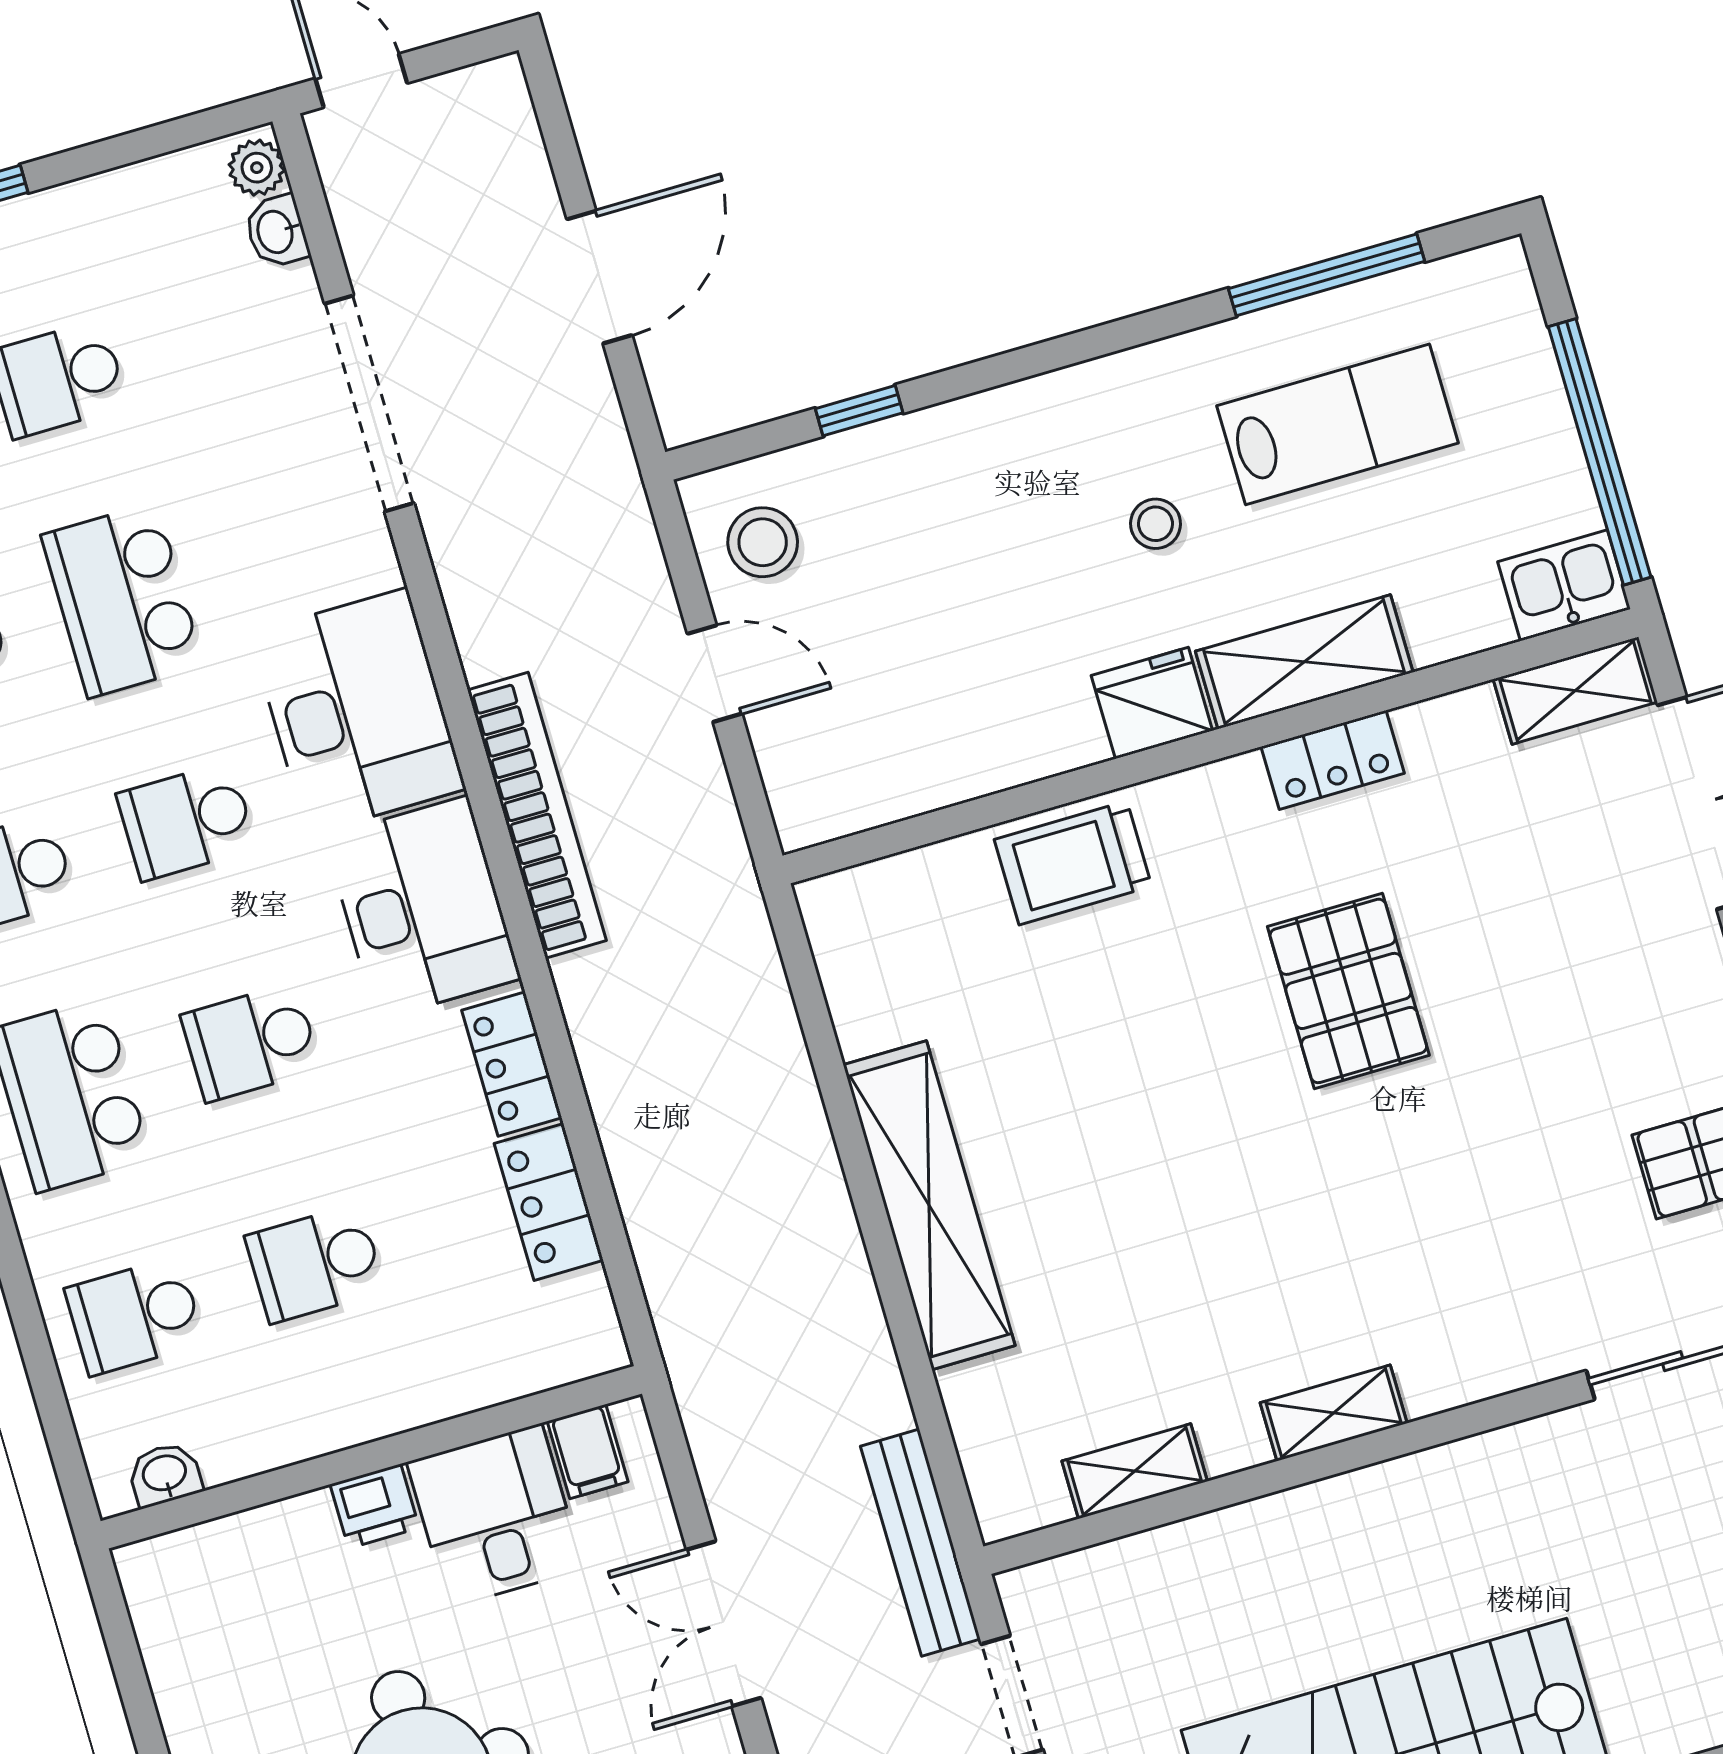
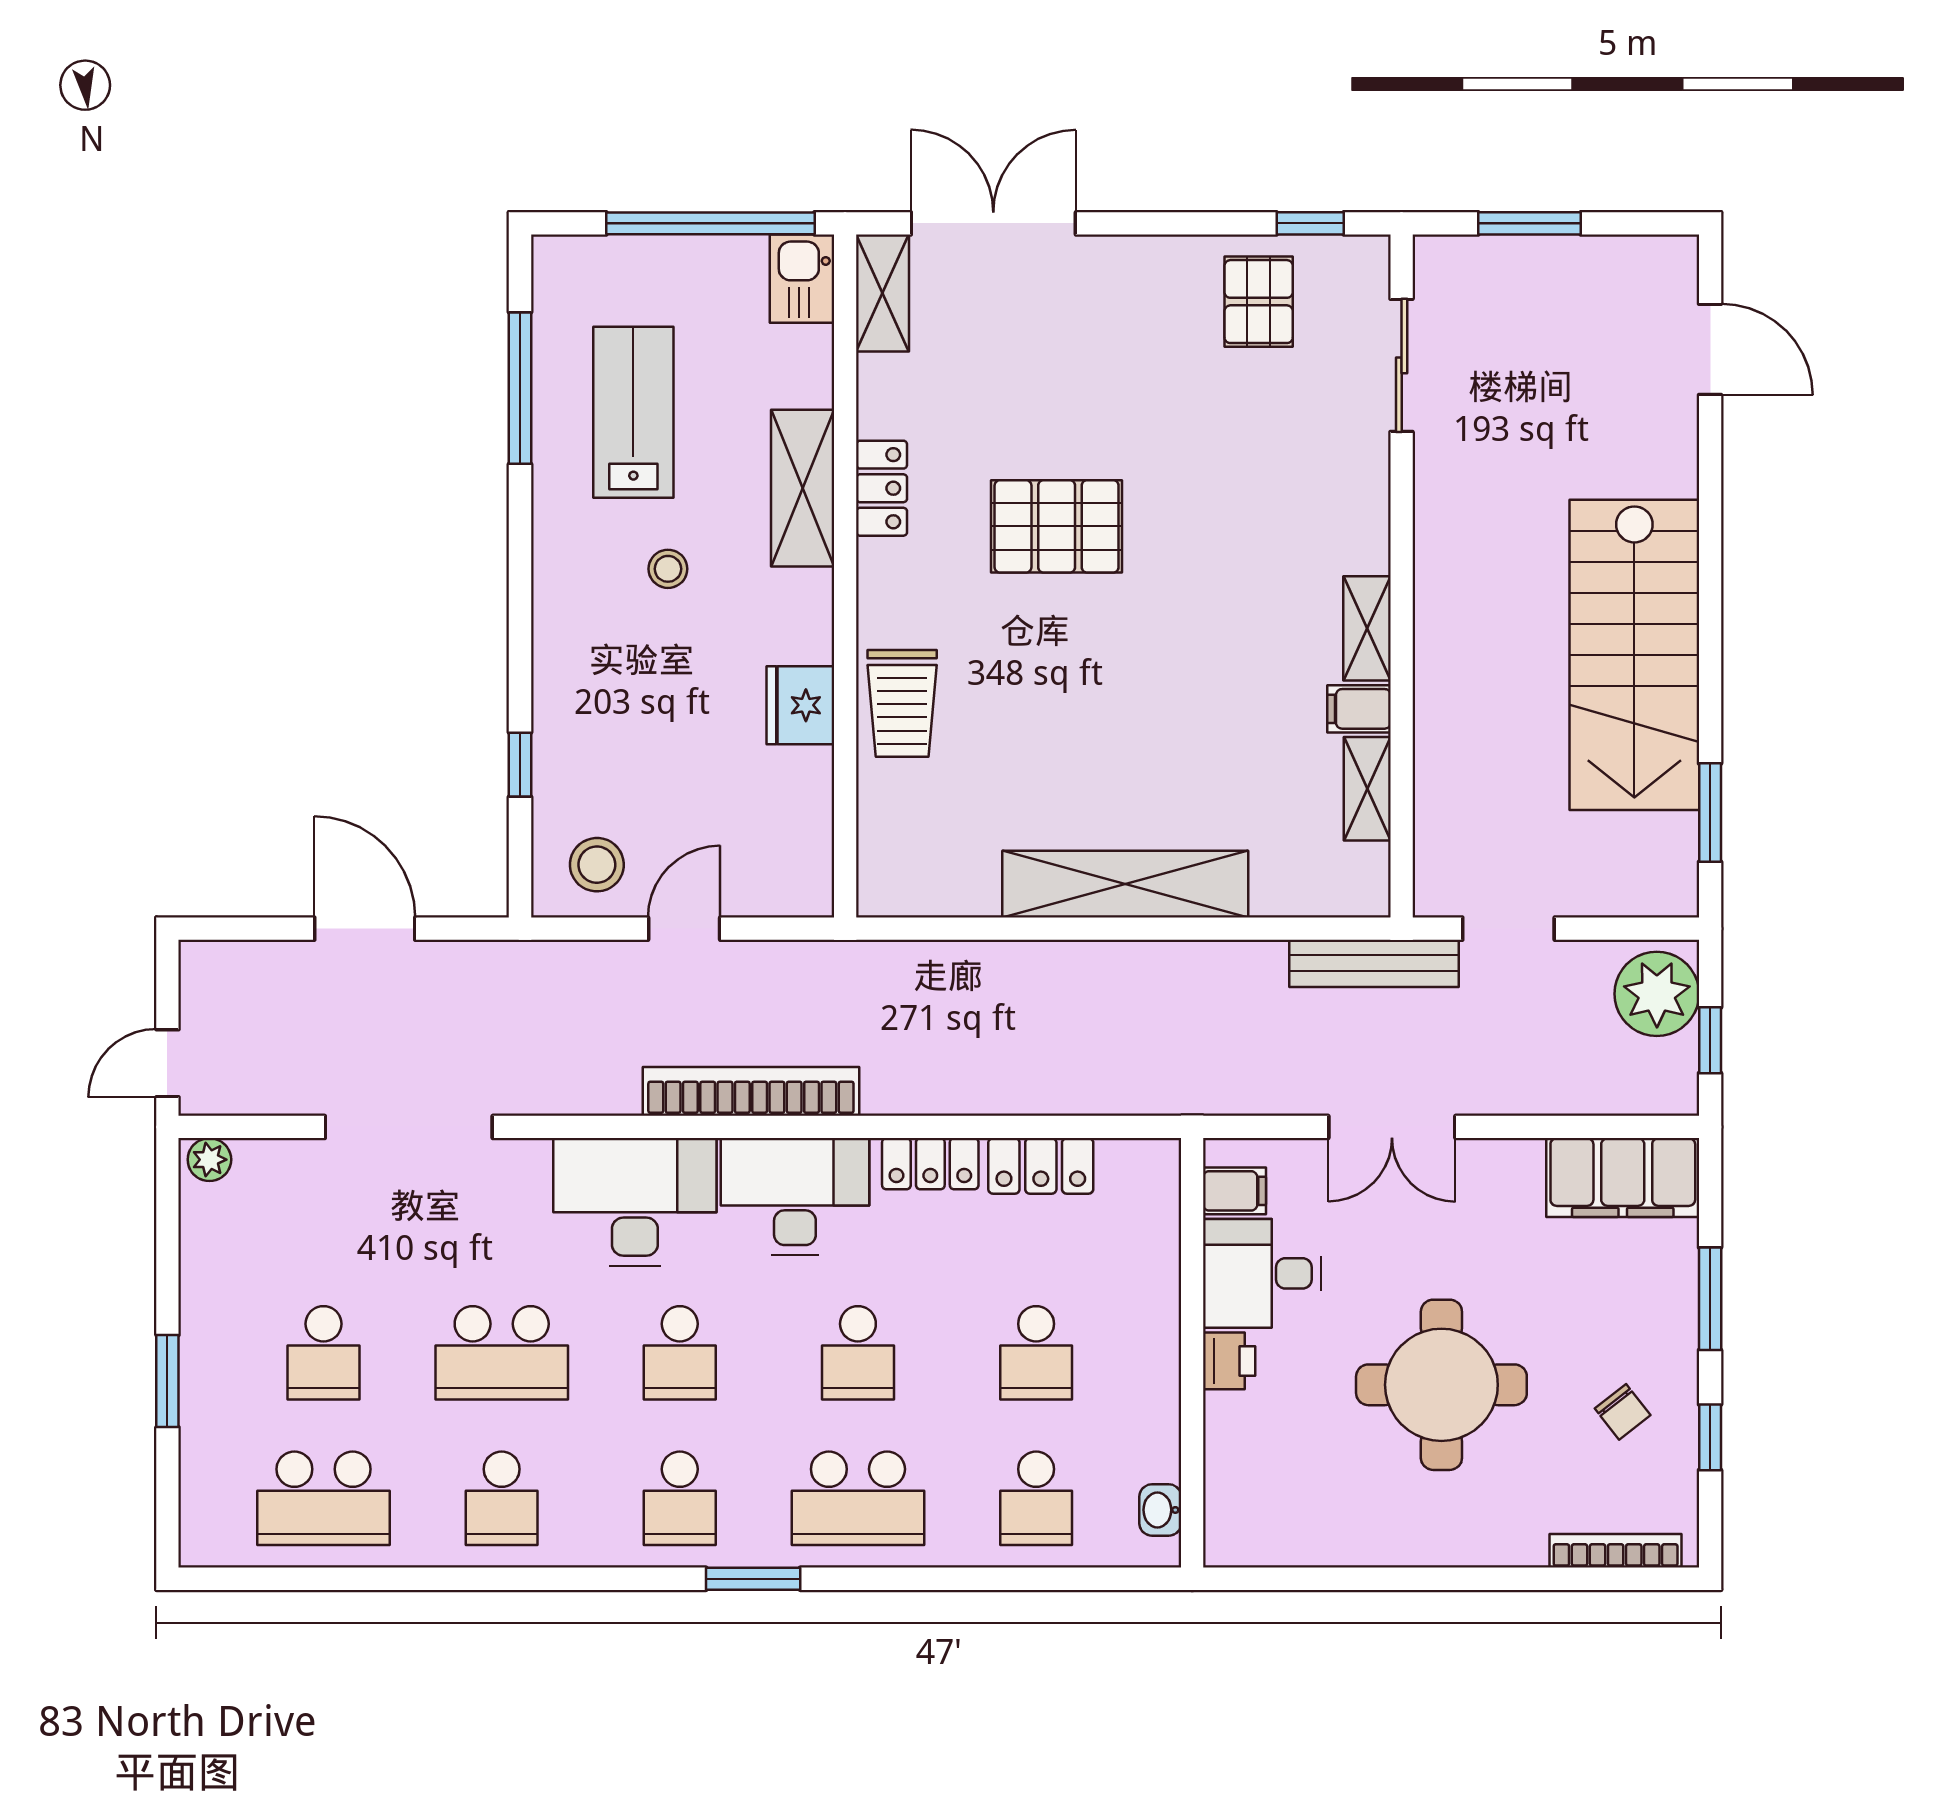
washbasin: (277, 231) -> (261, 1159), removed
fridge: (1152, 703) -> (800, 705), moved
filing cabinet: (1231, 1432) -> (1359, 709), added

